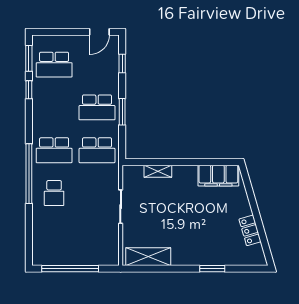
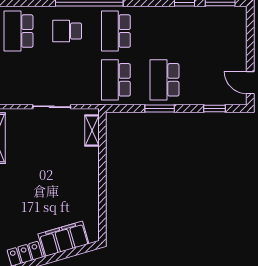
school desk: (54, 65) -> (18, 31), moved
shelving: (158, 171) -> (92, 131), moved
filing cabinet: (218, 176) -> (63, 239), moved, turned 74

